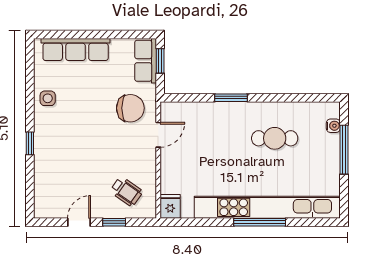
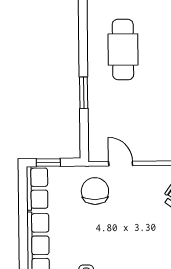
row of seats: (146, 61) -> (37, 188), moved, turned -90
cafe table: (275, 138) -> (123, 50), width x1.37, depth x1.35

